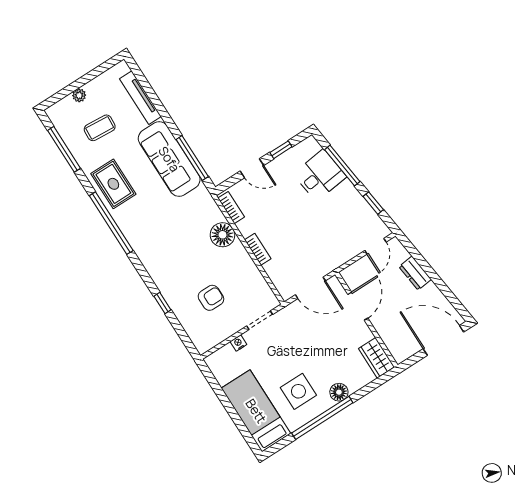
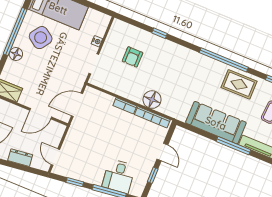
window: (192, 158) -> (233, 146), moved
door: (252, 168) -> (162, 152), swing flipped
bookcase: (231, 208) -> (152, 117), width x1.56
door: (358, 306) -> (41, 114), hinge flipped
side table: (298, 391) -> (41, 38), turned 35

